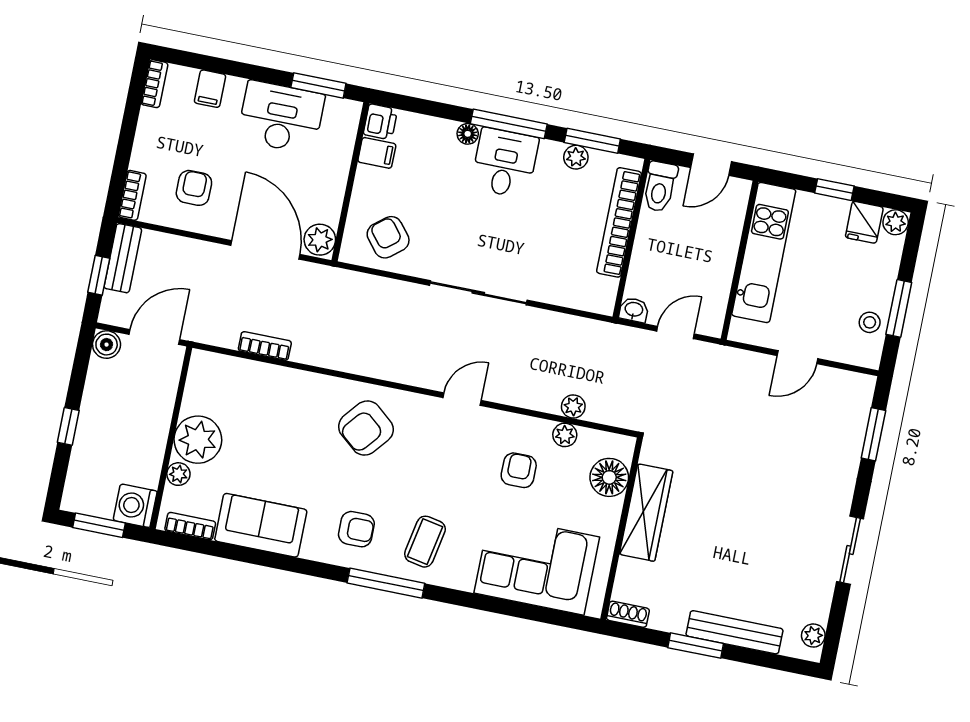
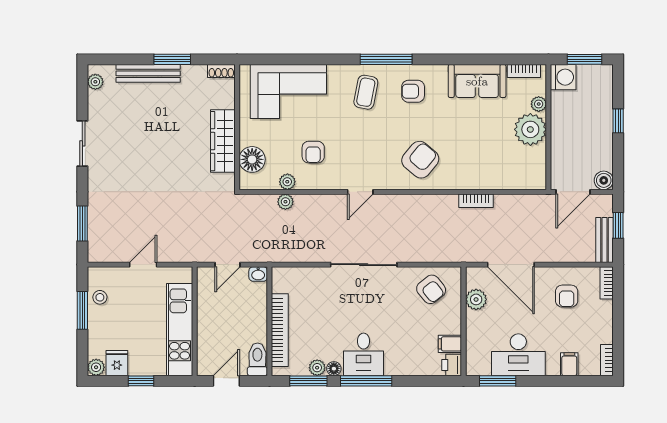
floor lamp: (468, 134) -> (334, 369), moved
plant: (320, 240) -> (476, 299), moved
bookcase: (265, 346) -> (476, 201), moved

